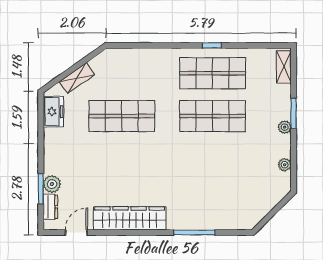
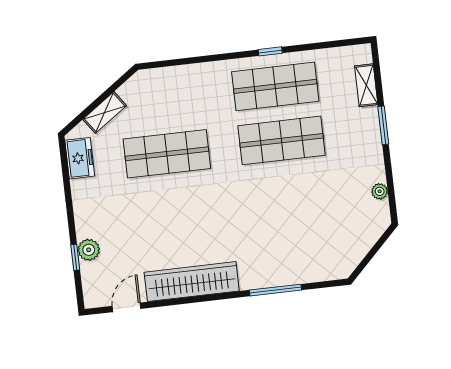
shelving: (284, 67) -> (366, 85), moved
plant: (285, 127) -> (374, 144), removed
window: (41, 189) -> (75, 257), width x0.67
dresser: (50, 207) -> (90, 279), removed

